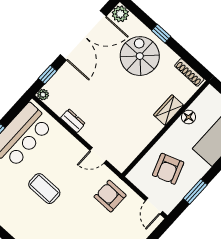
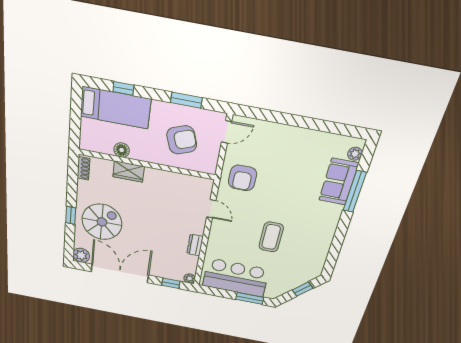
spiral stairs: (140, 56) -> (102, 222), turned 180
shoe rack: (189, 72) -> (83, 168), width x0.70

